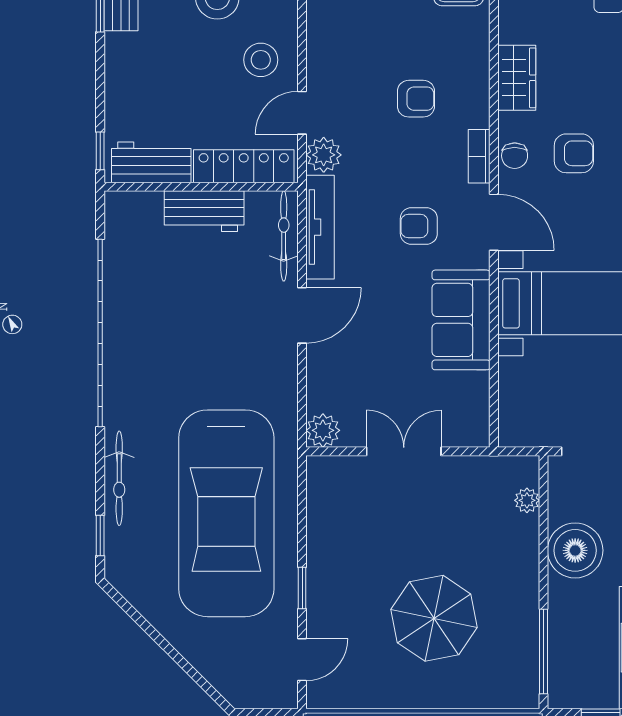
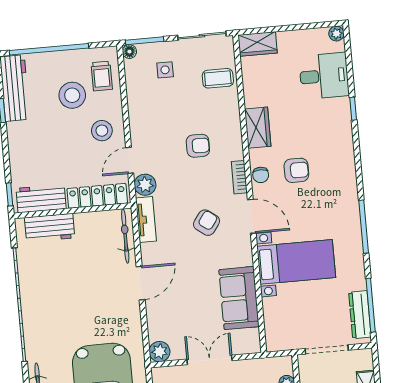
workbench: (204, 211) -> (50, 228), moved
armchair: (419, 226) -> (206, 223), turned 126
tv unit: (320, 227) -> (146, 220), width x0.71
sofa: (461, 320) -> (239, 298), moved

